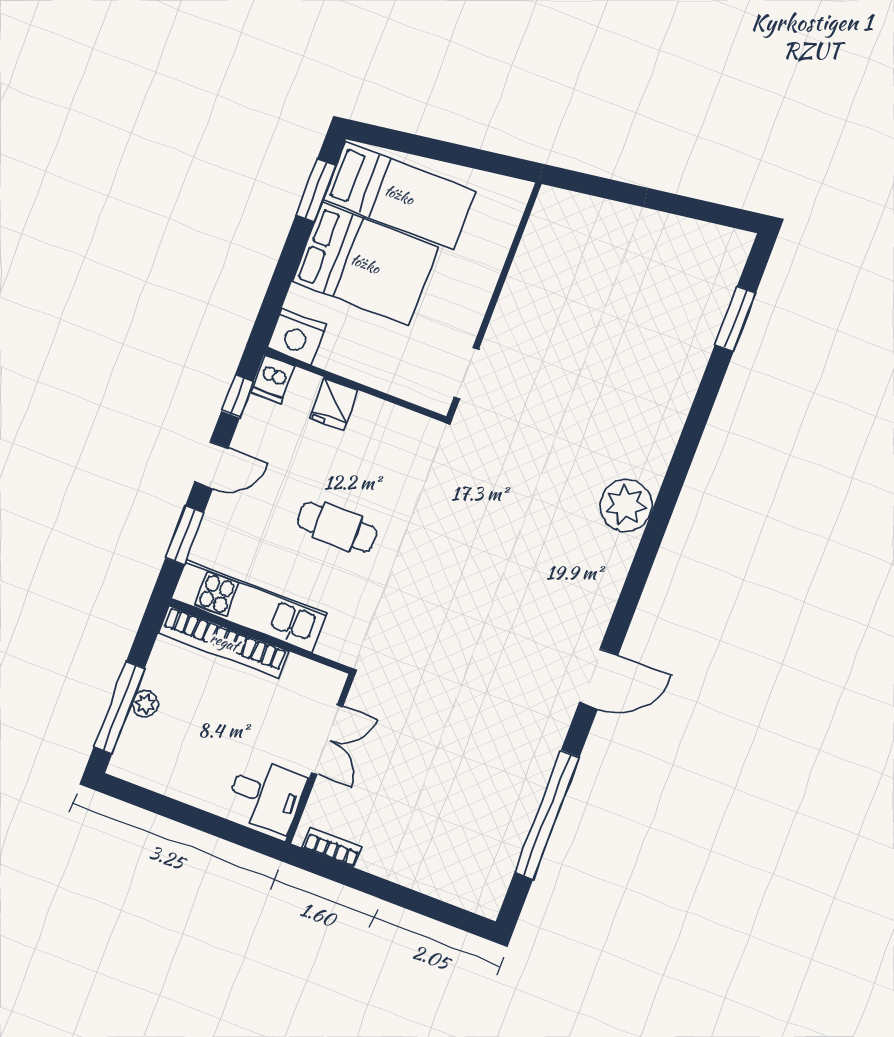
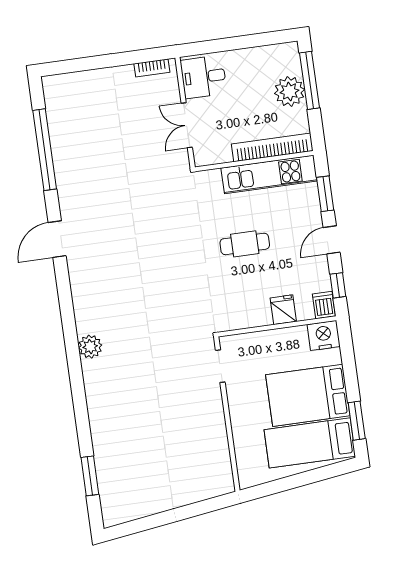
plant: (626, 505) -> (90, 347), width x0.73, depth x0.73
plant: (145, 704) -> (289, 91), width x1.88, depth x1.88

